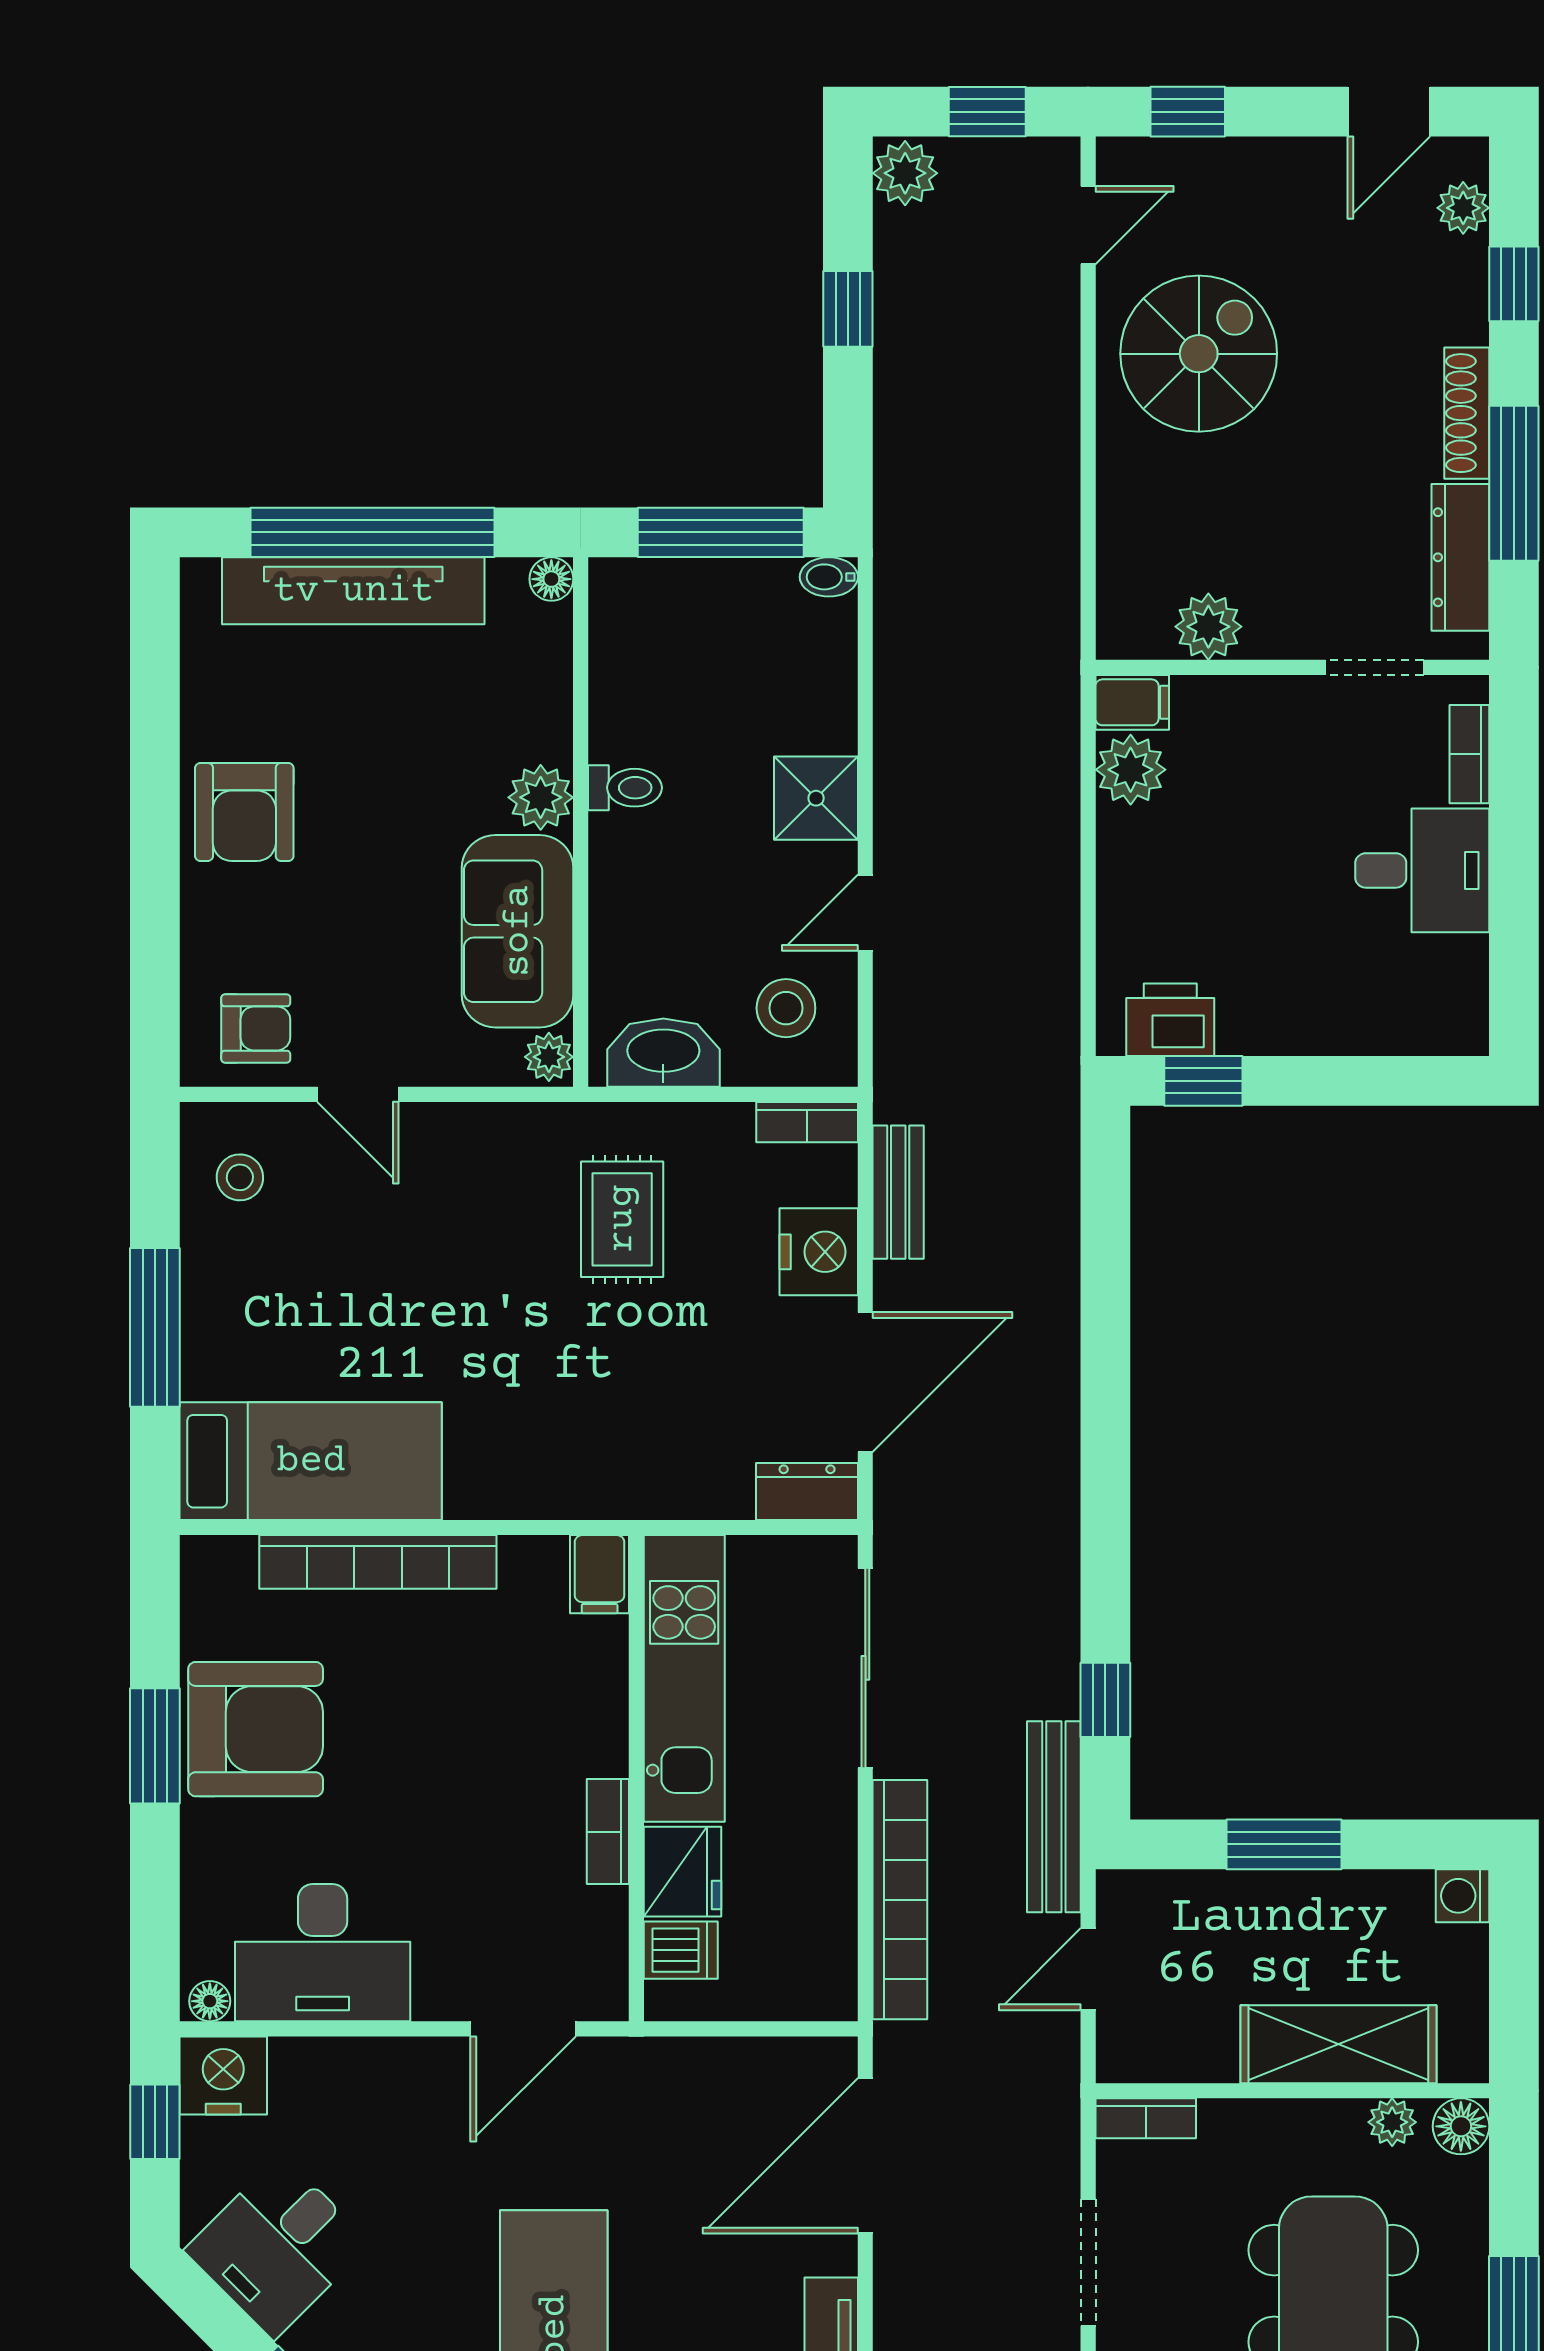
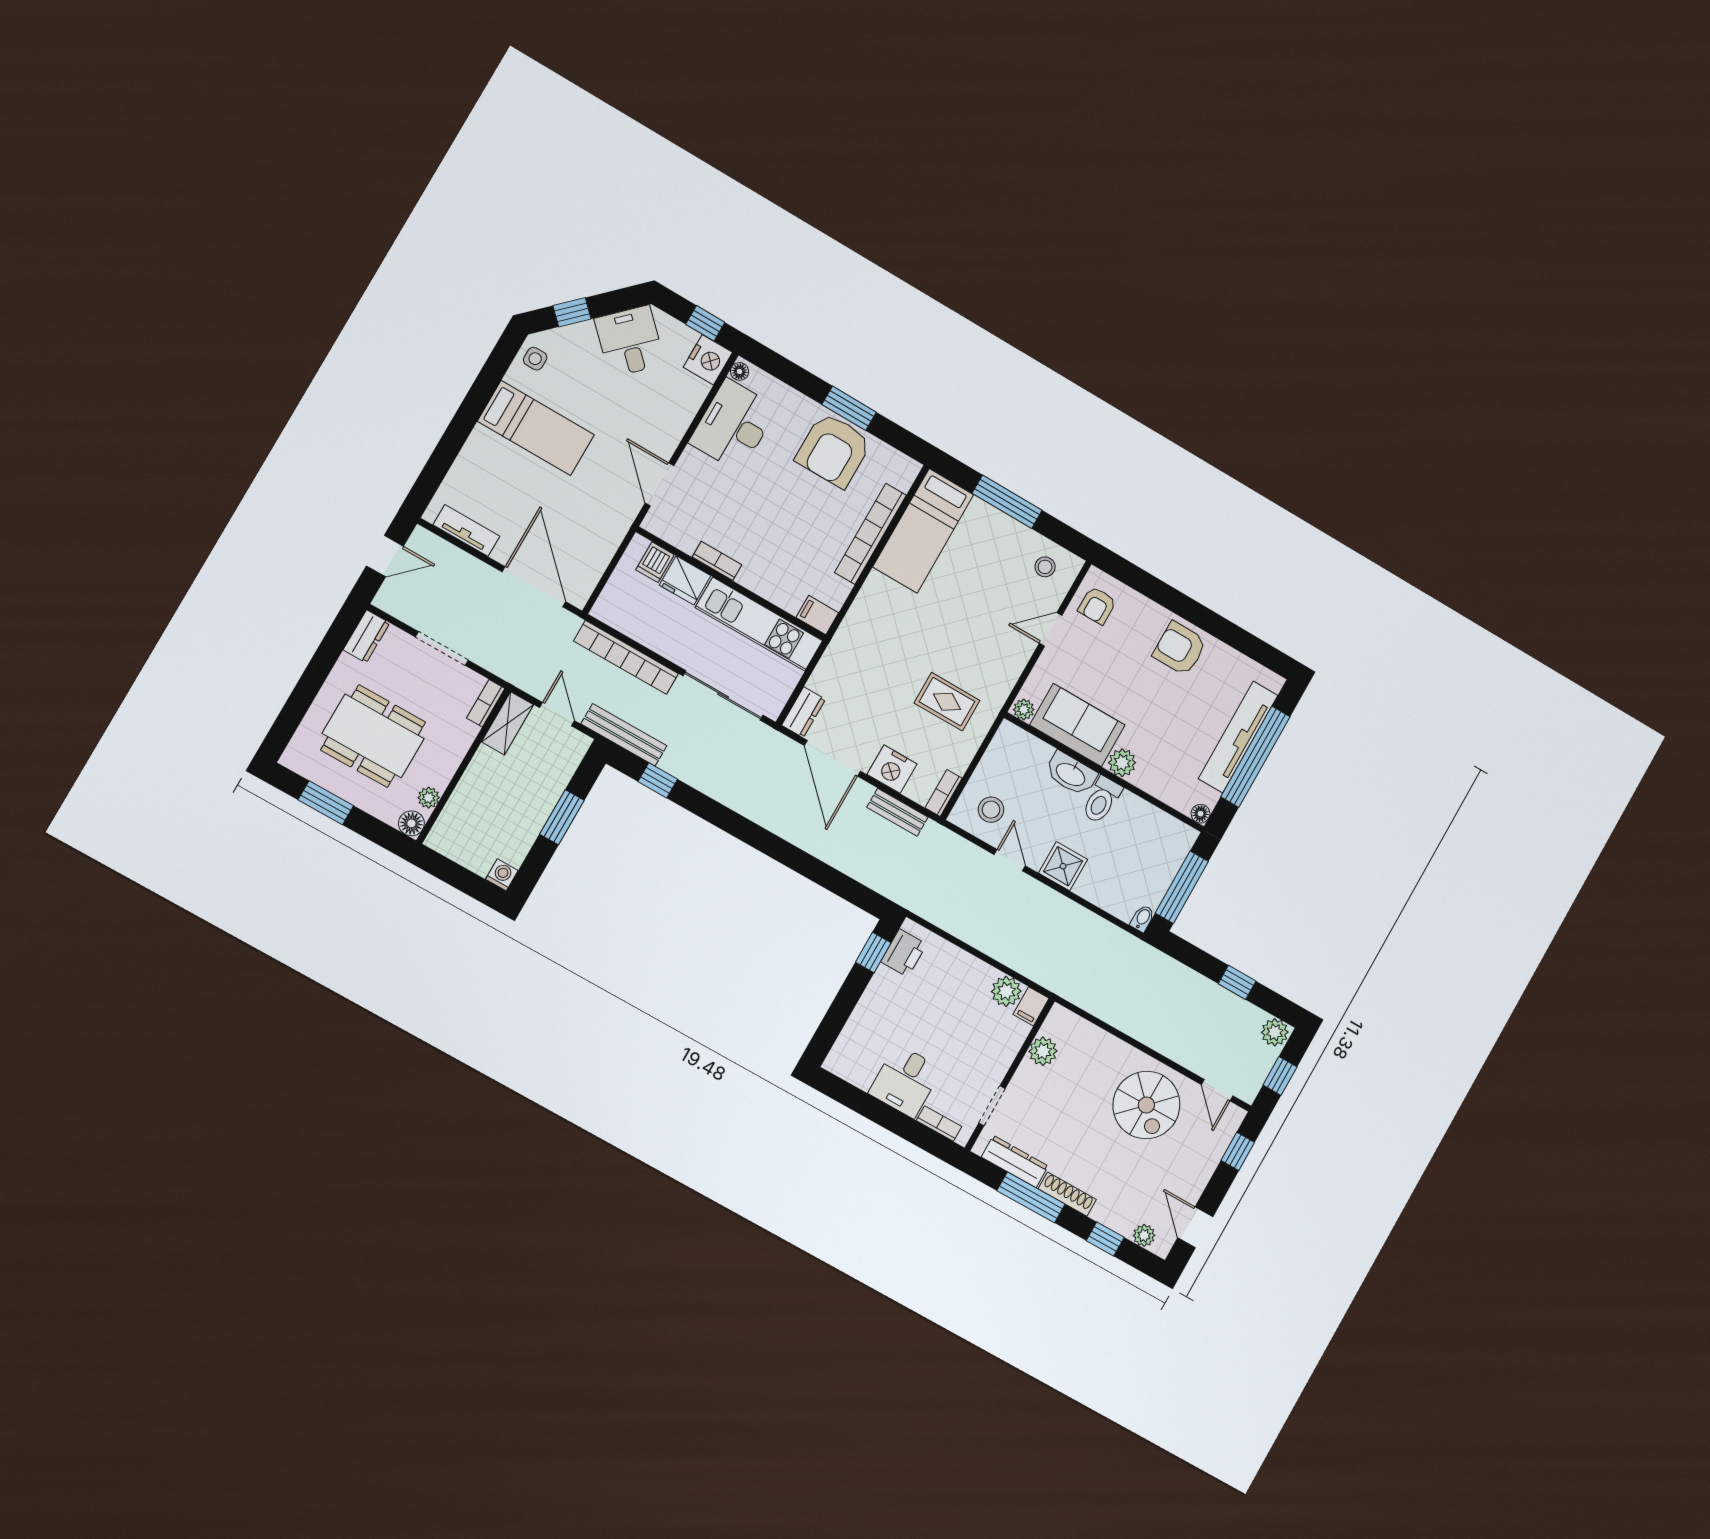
toilet: (625, 788) -> (1102, 800), width x1.37, depth x1.39
washbasin: (663, 1053) -> (1071, 774), moved, turned 90
shelving: (1338, 2044) -> (508, 723), moved, width x0.67, depth x0.75

